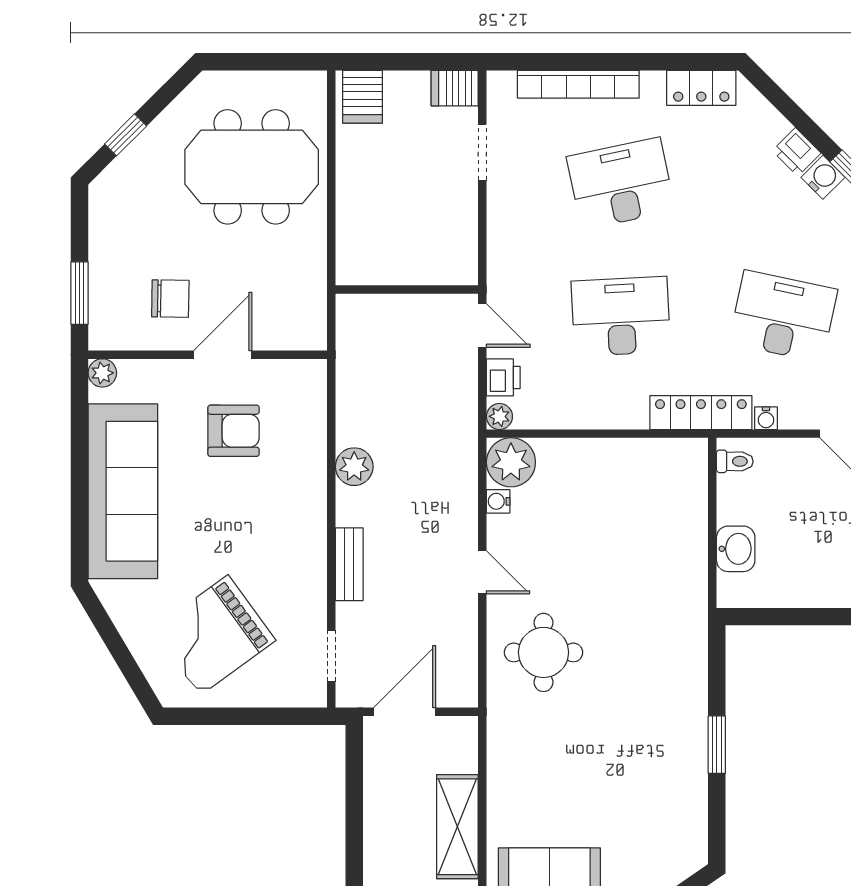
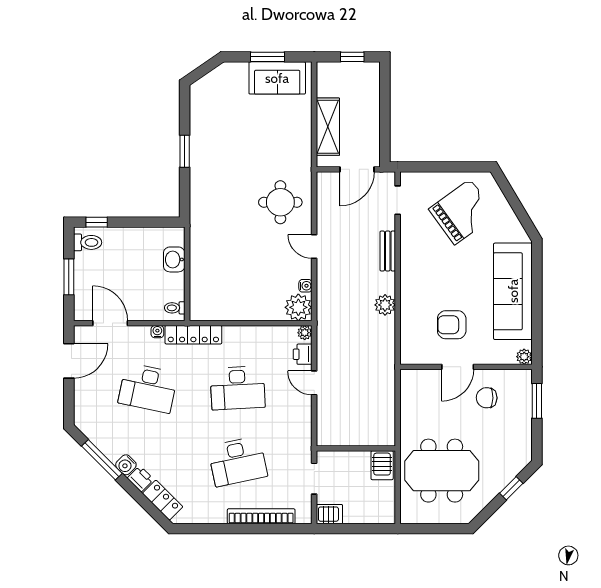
locker: (701, 88) -> (163, 500), moved, turned 45
server rack: (362, 97) -> (382, 465), moved, turned 180
wall: (407, 289) -> (356, 448), moved
shelving: (457, 827) -> (328, 127), moved

